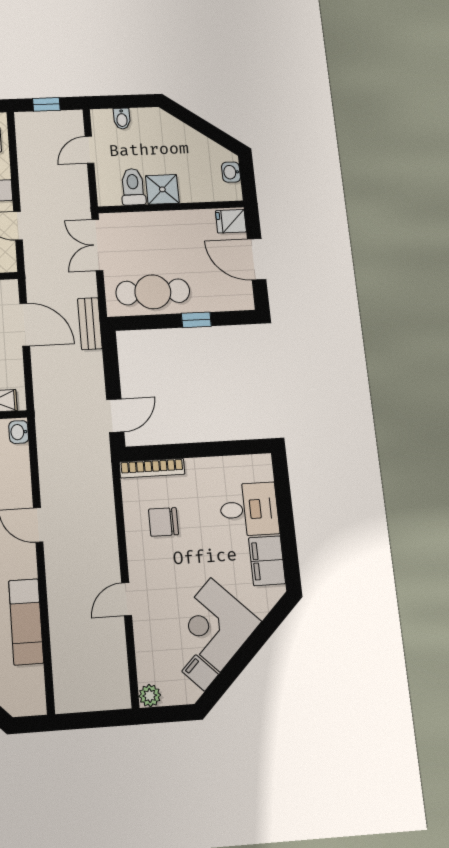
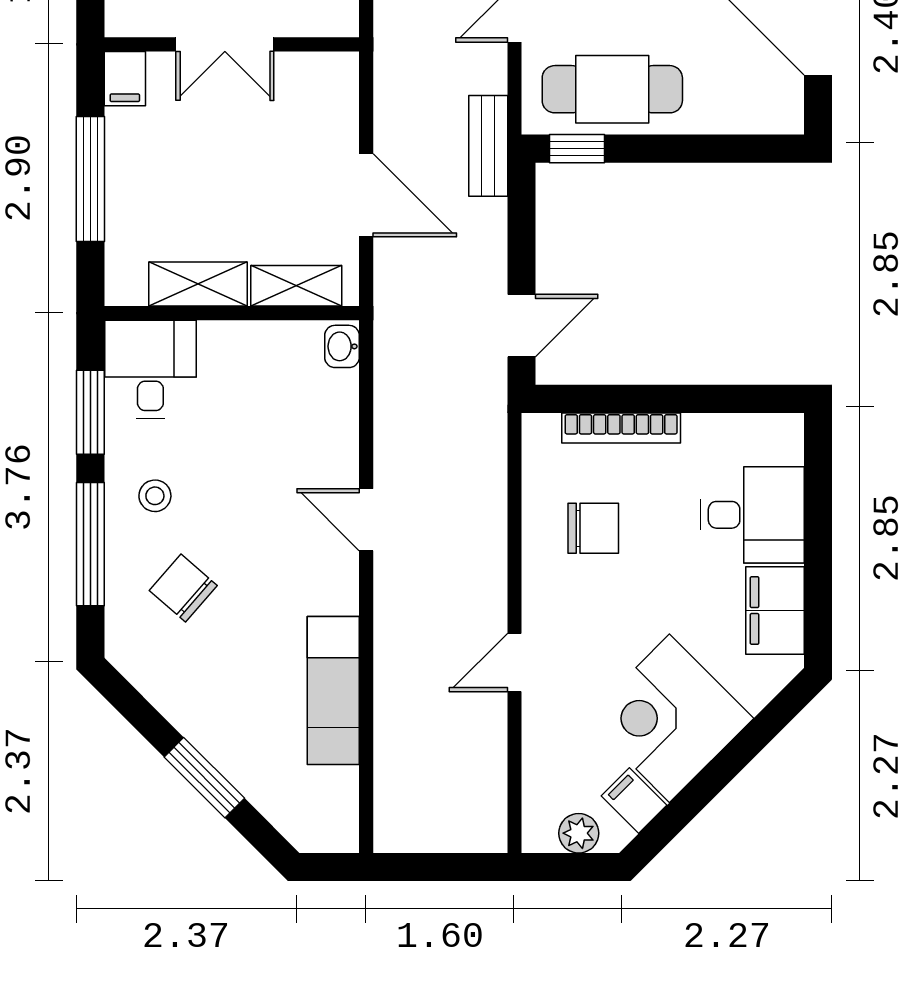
window: (196, 320) -> (577, 149), moved
door: (25, 325) -> (366, 195), moved
bookcase: (152, 468) -> (621, 428), moved
chair: (164, 522) -> (593, 528), turned 180
plant: (150, 696) -> (579, 833), moved

